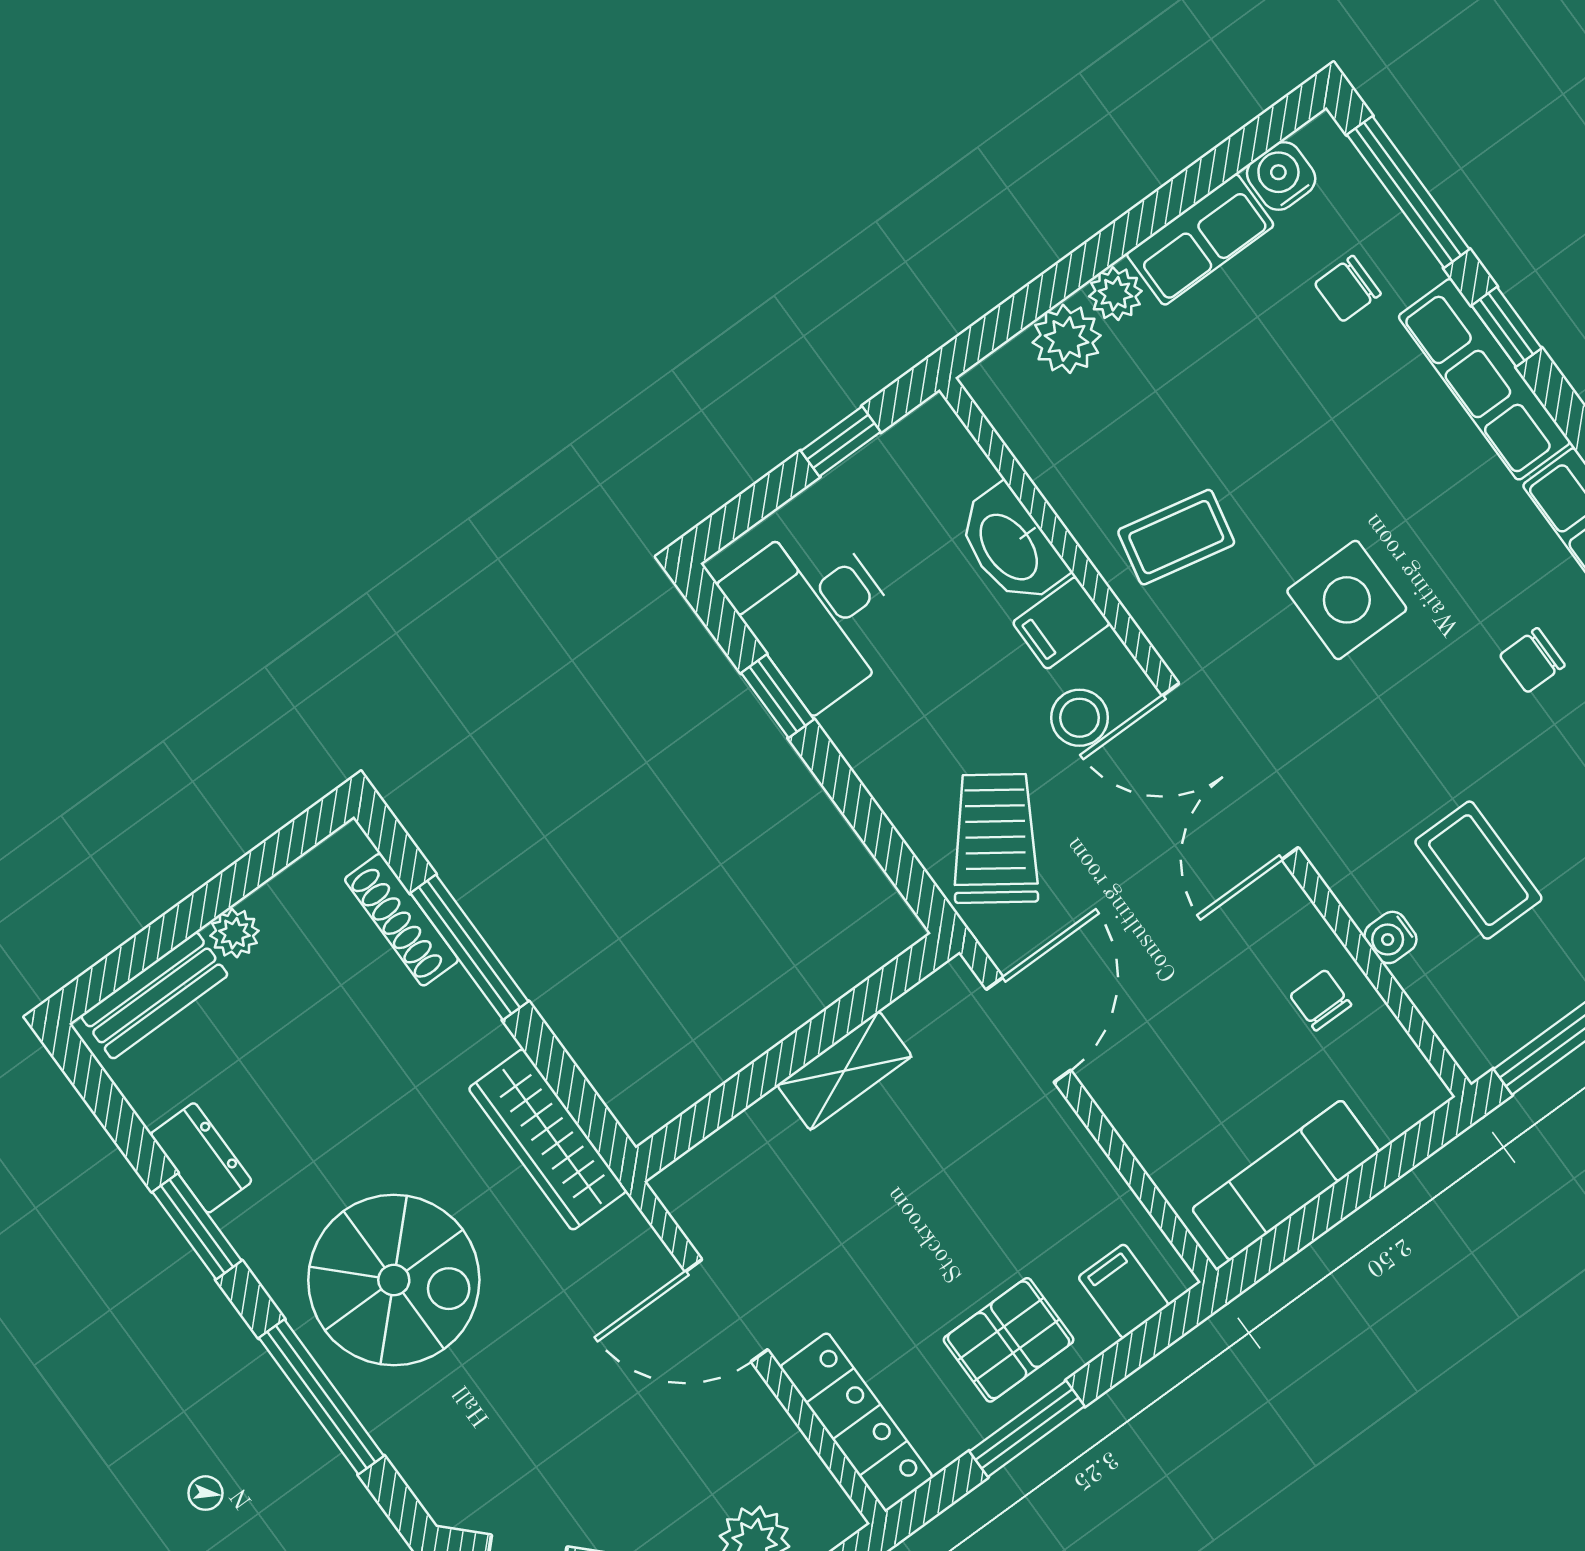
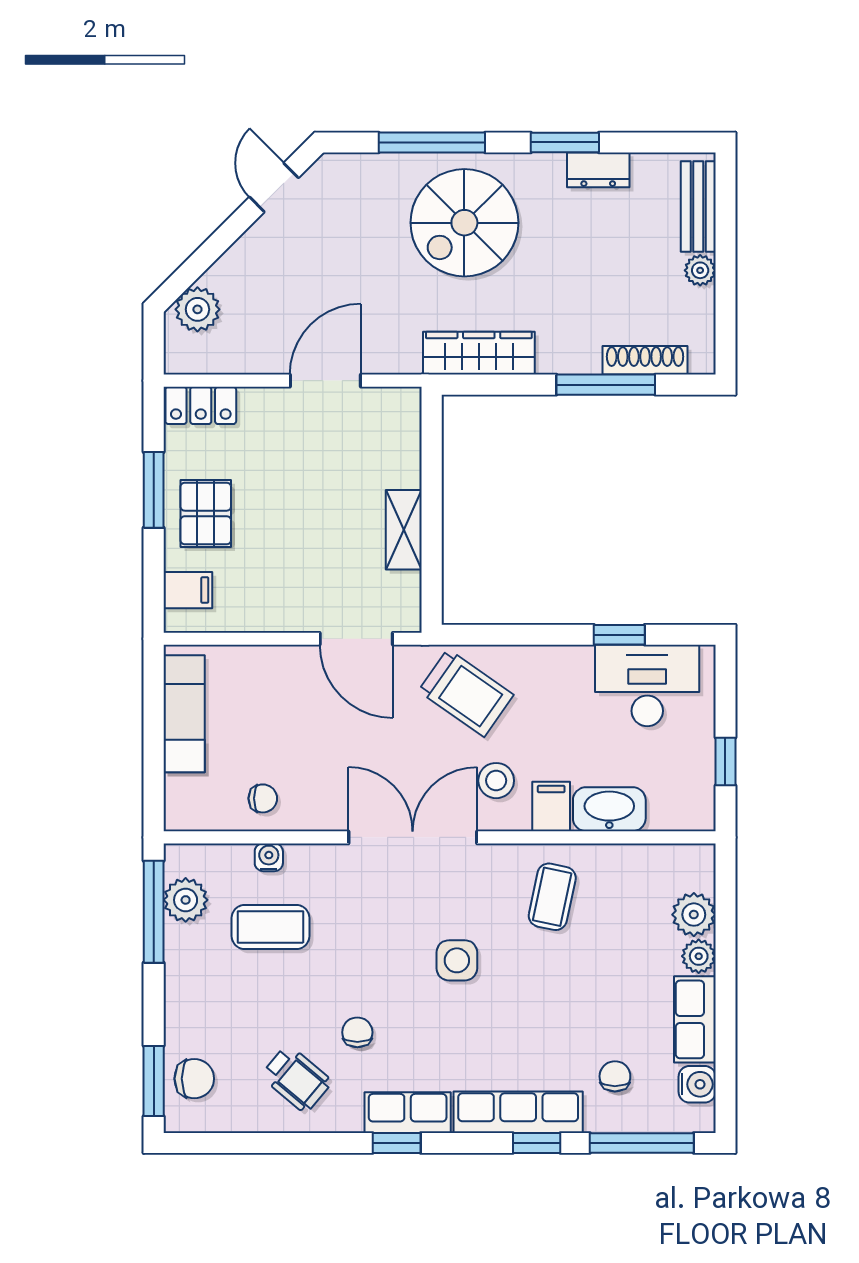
side table: (1347, 600) -> (457, 960), width x0.73, depth x0.73
plant: (1523, 1004) -> (186, 900), added
locker: (856, 1422) -> (201, 405), width x0.66

